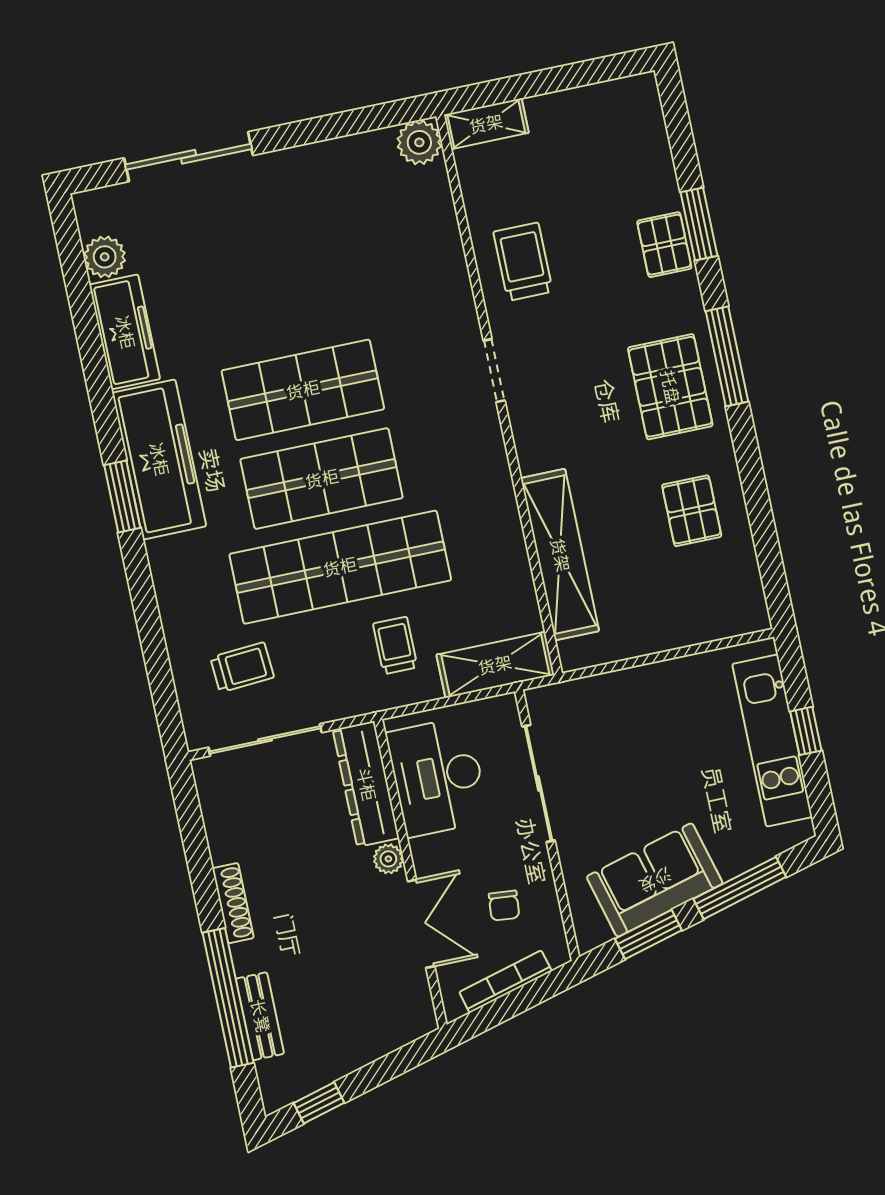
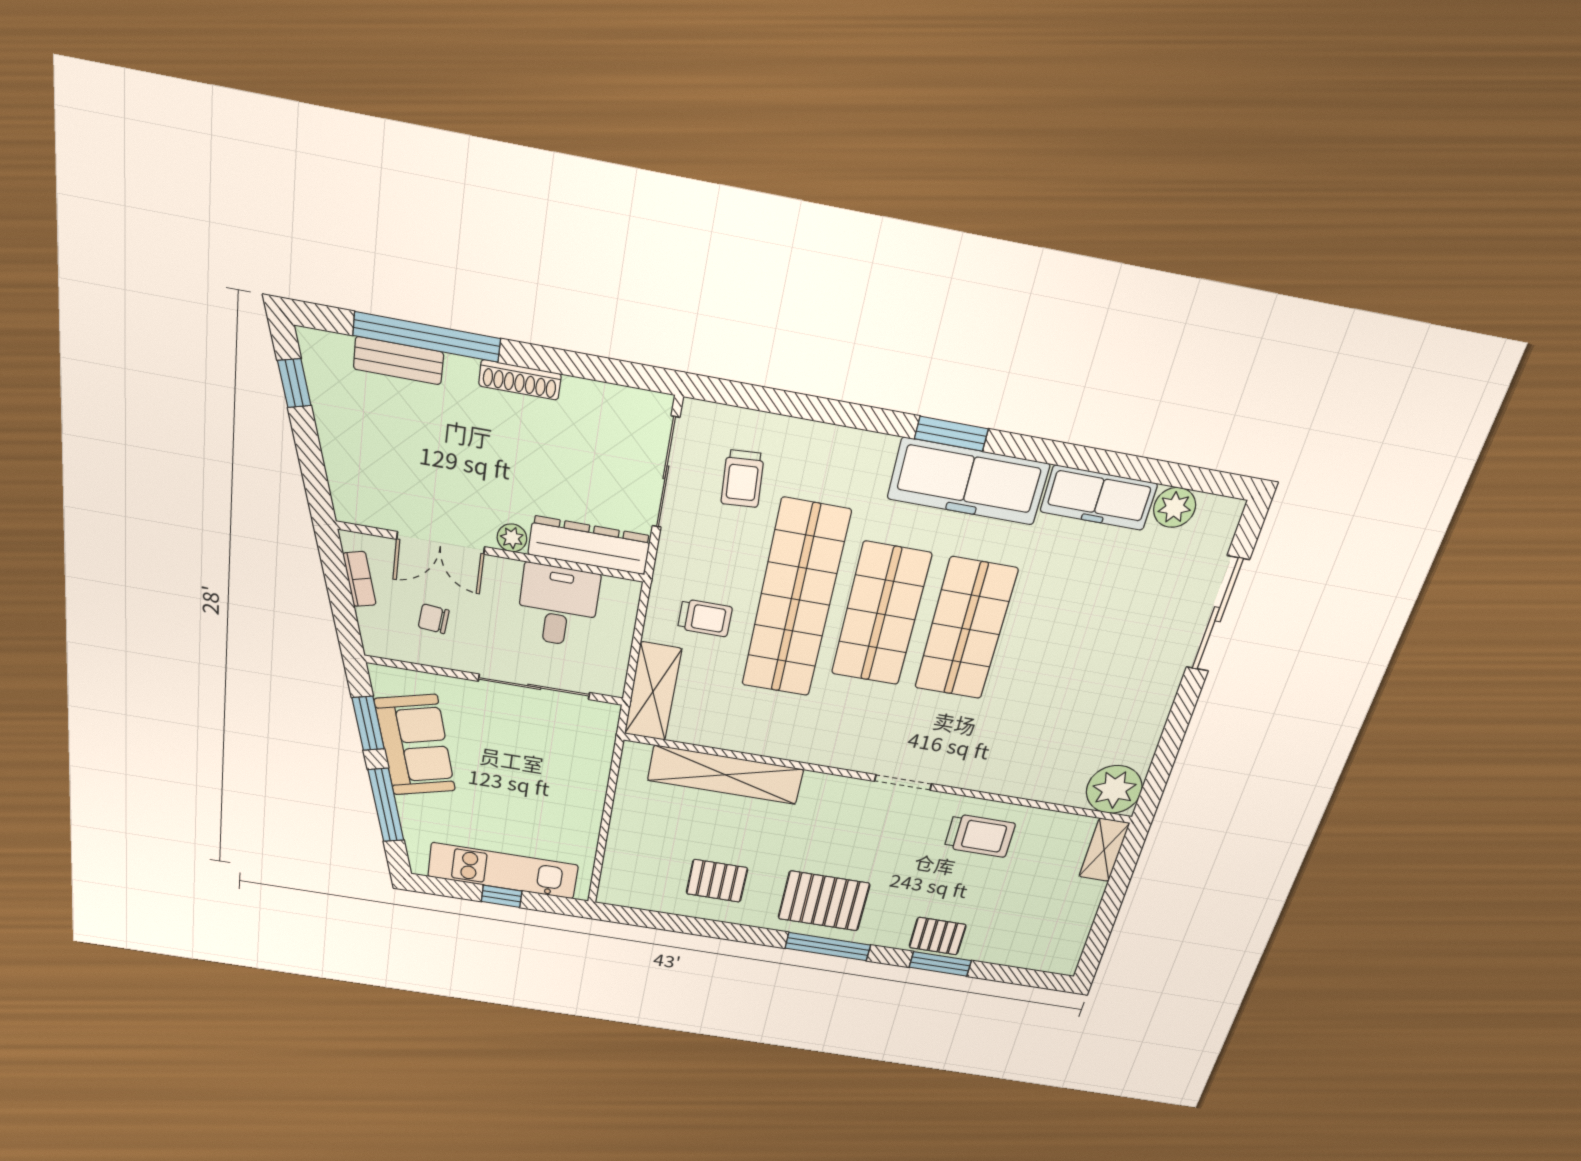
plant: (419, 142) -> (1114, 789), width x1.36, depth x1.36
desk: (438, 777) -> (558, 606), width x0.73
bookcase: (505, 982) -> (359, 579), width x0.64

